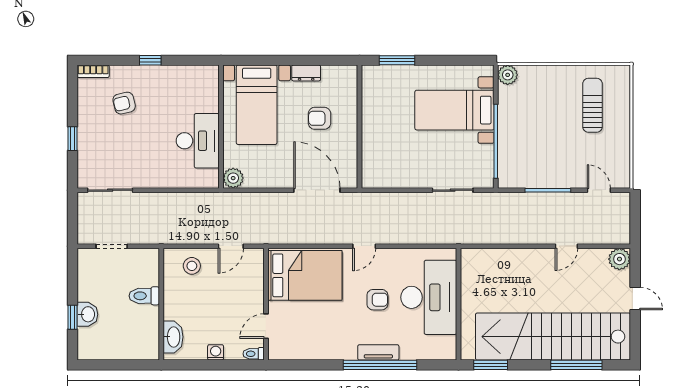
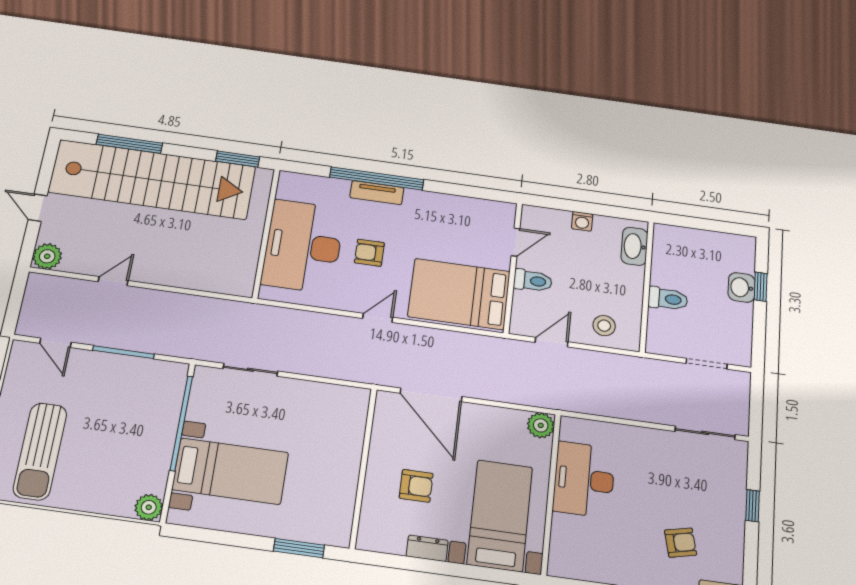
sun lounger: (592, 105) -> (40, 451), width x1.36, depth x1.34
toilet: (254, 354) -> (533, 281), moved, width x1.37, depth x1.39

